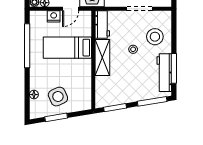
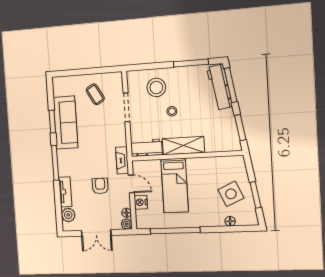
workbench: (164, 73) -> (220, 87), moved, turned 81

